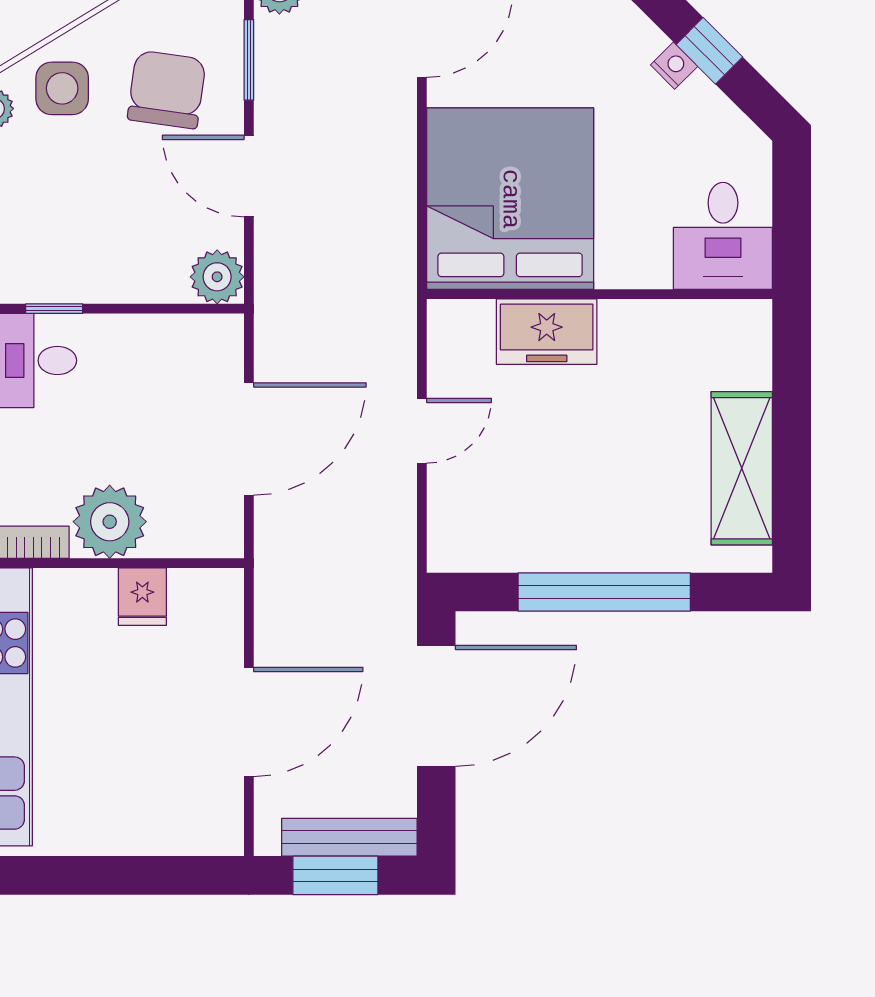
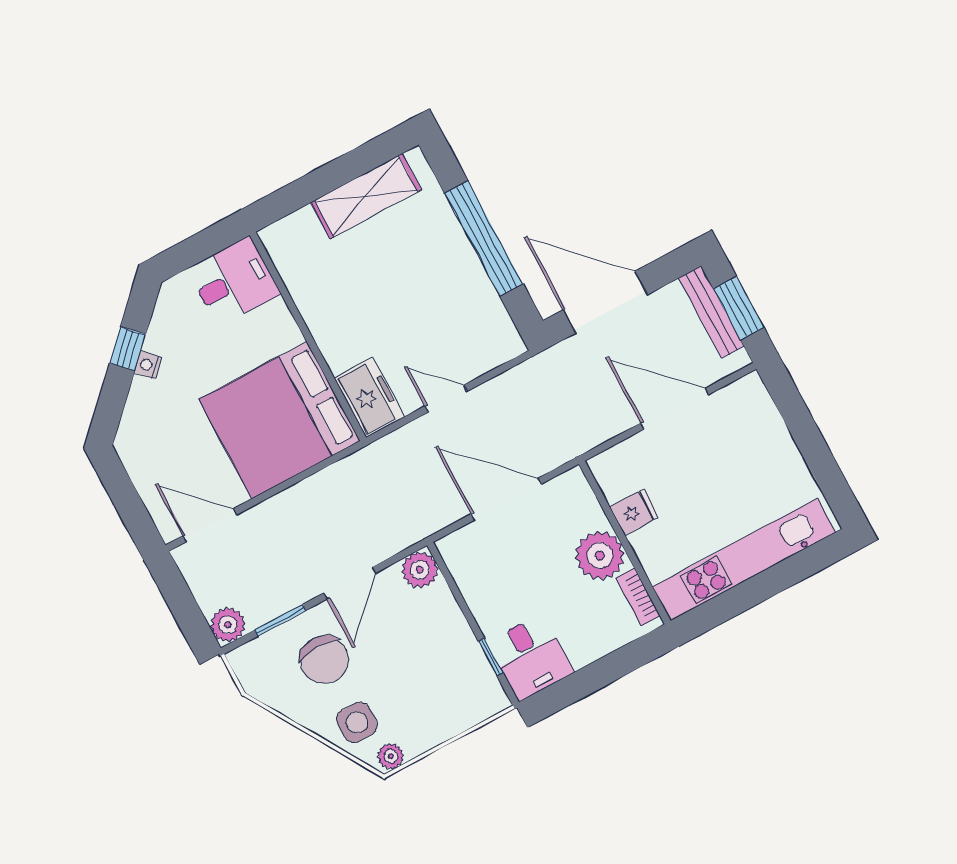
chair: (167, 90) -> (324, 660), turned -98
freezer: (547, 332) -> (369, 397), moved

